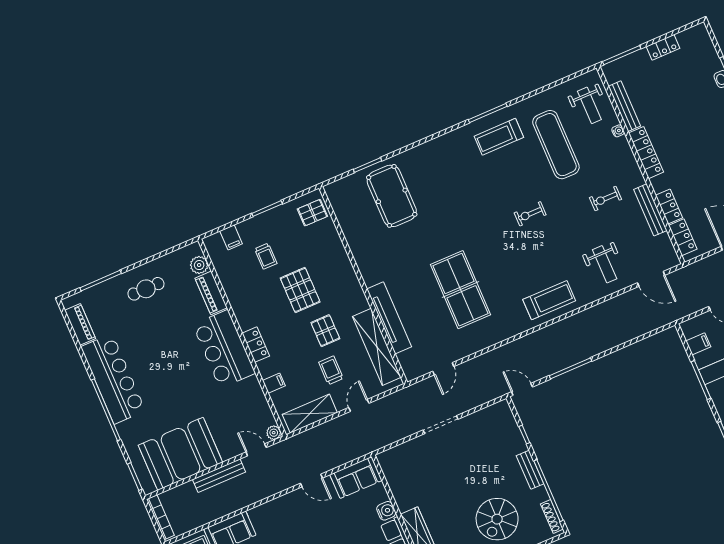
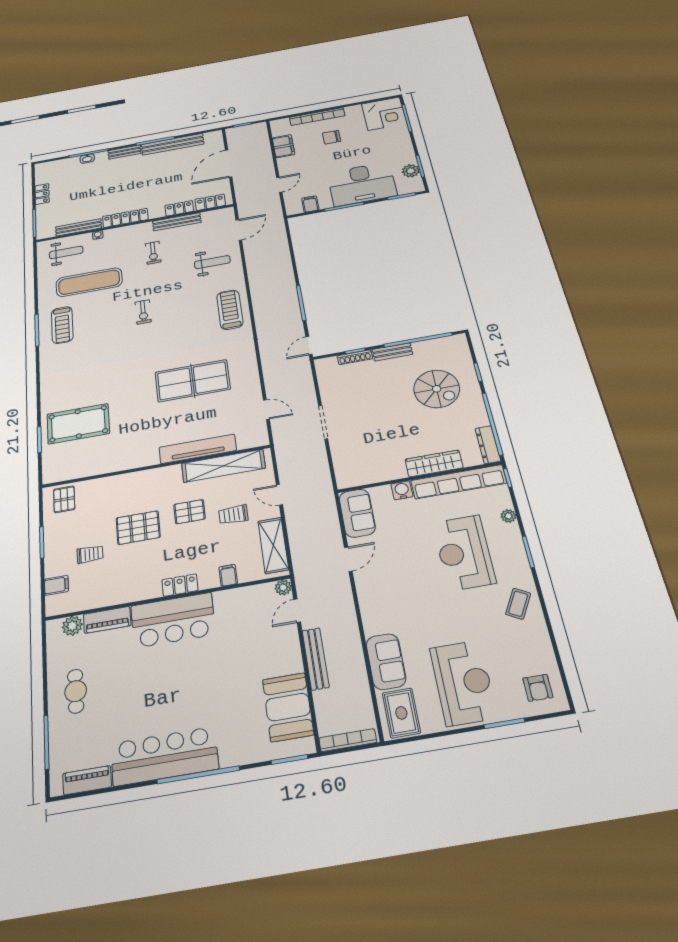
booth: (180, 454) -> (288, 707), width x0.73, depth x0.70
shoe rack: (552, 517) -> (355, 357), moved

